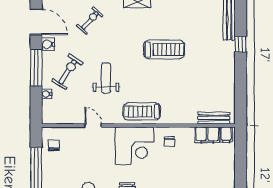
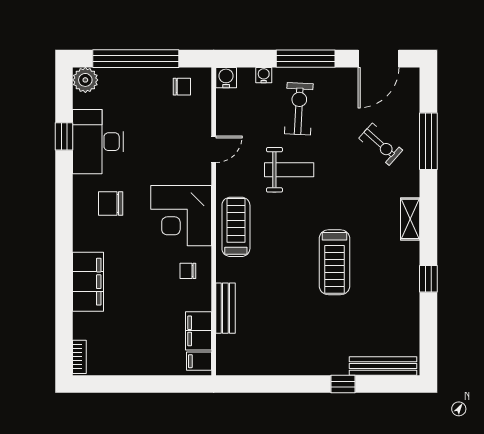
water cooler: (48, 44) -> (226, 78), moved
exercise bike: (68, 72) -> (299, 109), turned -120
bench: (214, 118) -> (225, 308), moved

